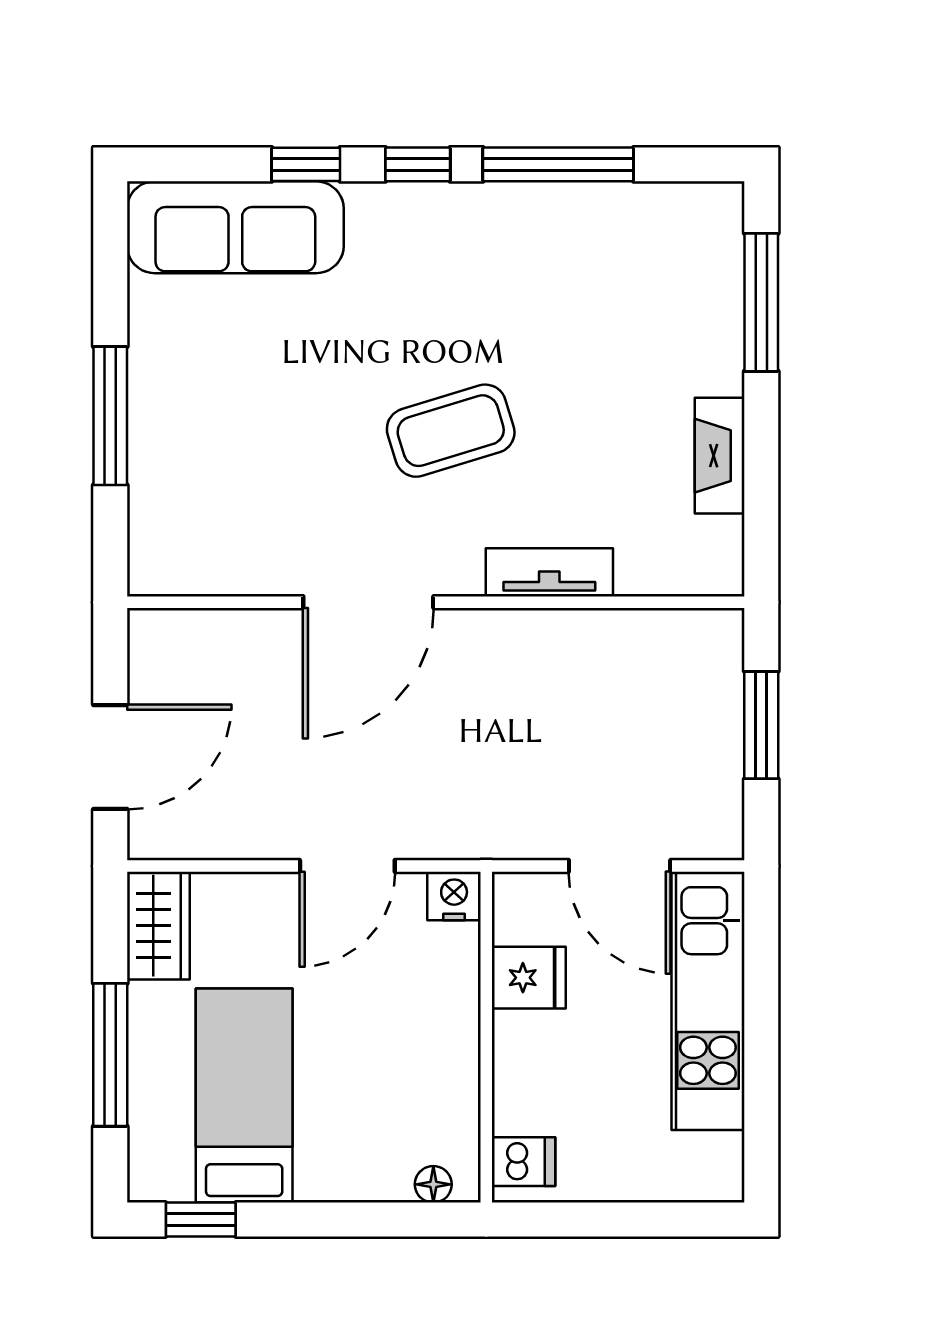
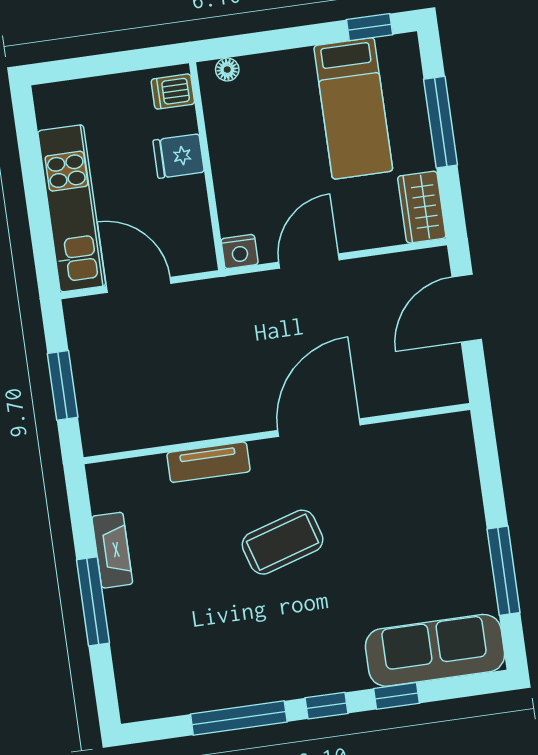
window: (761, 302) -> (93, 601), moved
window: (110, 416) -> (504, 571), moved
fridge: (529, 978) -> (179, 156), moved

